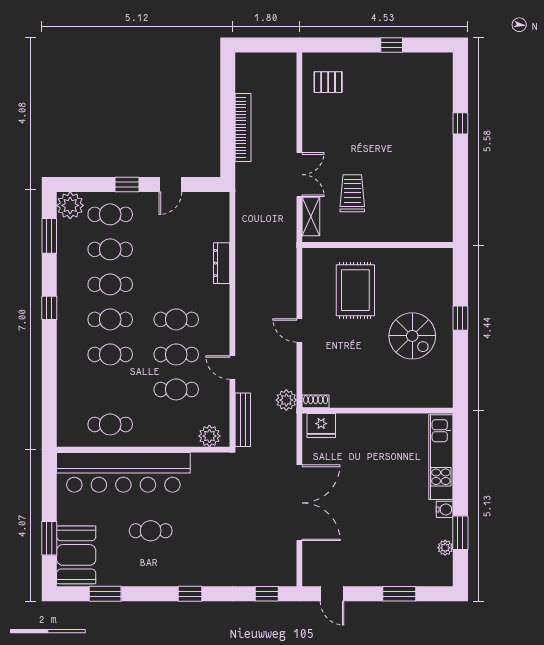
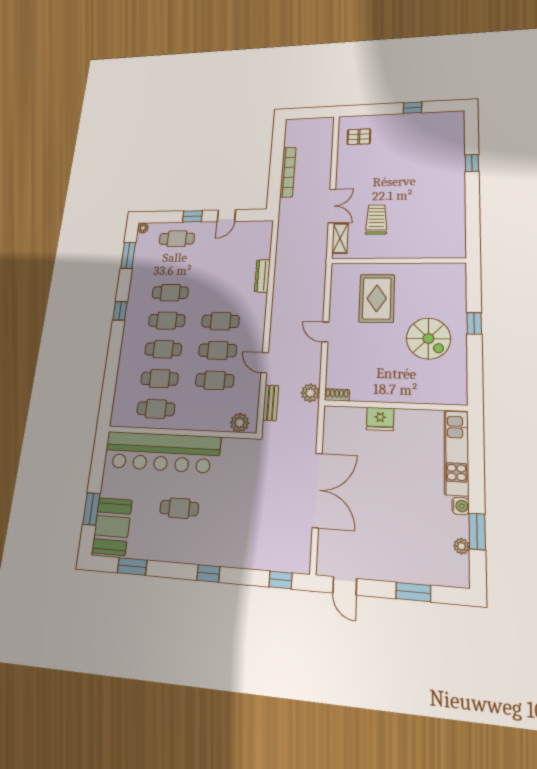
plant: (70, 205) -> (143, 228), width x0.53, depth x0.53
cafe table: (110, 249) -> (160, 379), moved
bench: (243, 420) -> (271, 403), width x0.73
fridge: (321, 425) -> (380, 419), moved

